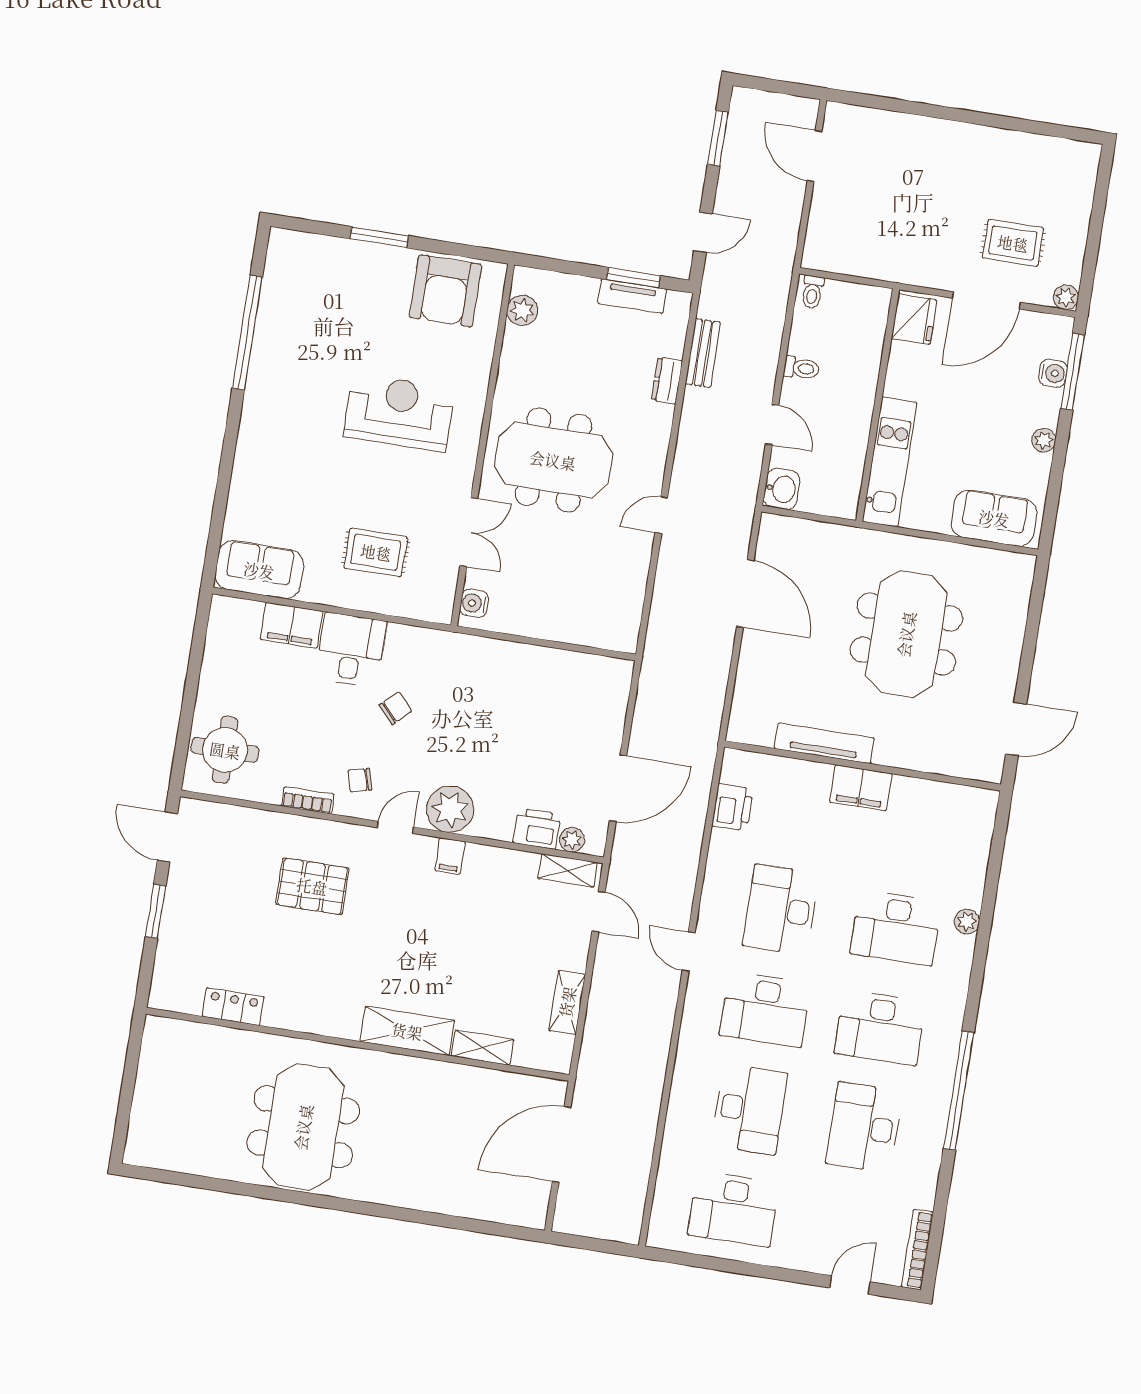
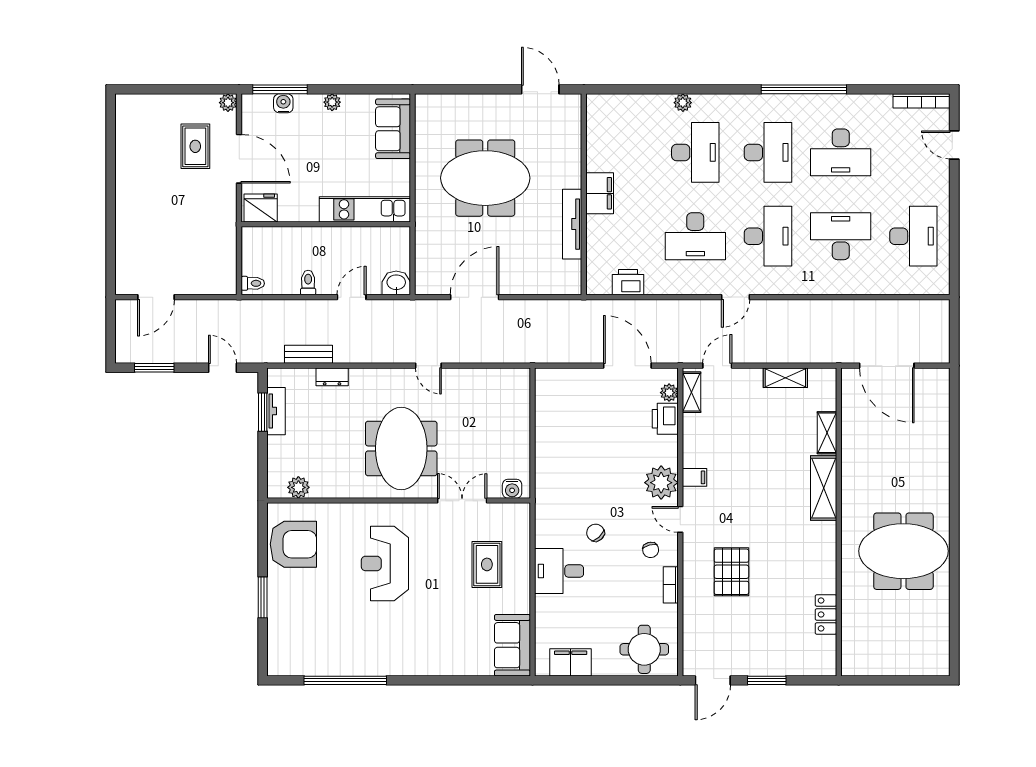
filing cabinet: (292, 625) -> (571, 662), moved, turned -90

